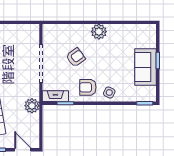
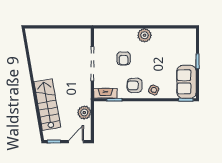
armchair: (76, 57) -> (124, 58), turned 126
sofa: (146, 67) -> (187, 82), moved
plant: (32, 106) -> (84, 113), moved
door: (23, 150) -> (76, 142), hinge flipped

